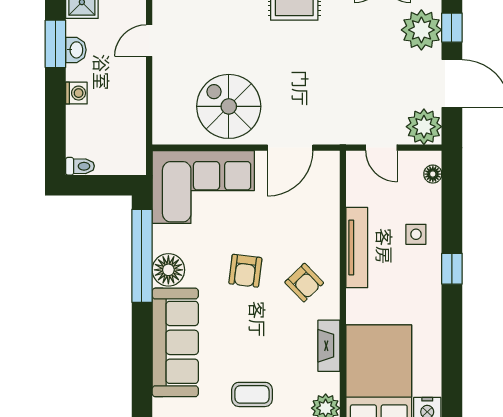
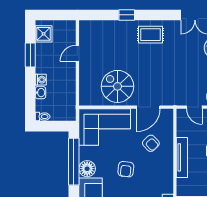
washbasin: (76, 50) -> (40, 93), moved
armchair: (304, 283) -> (151, 143), moved

